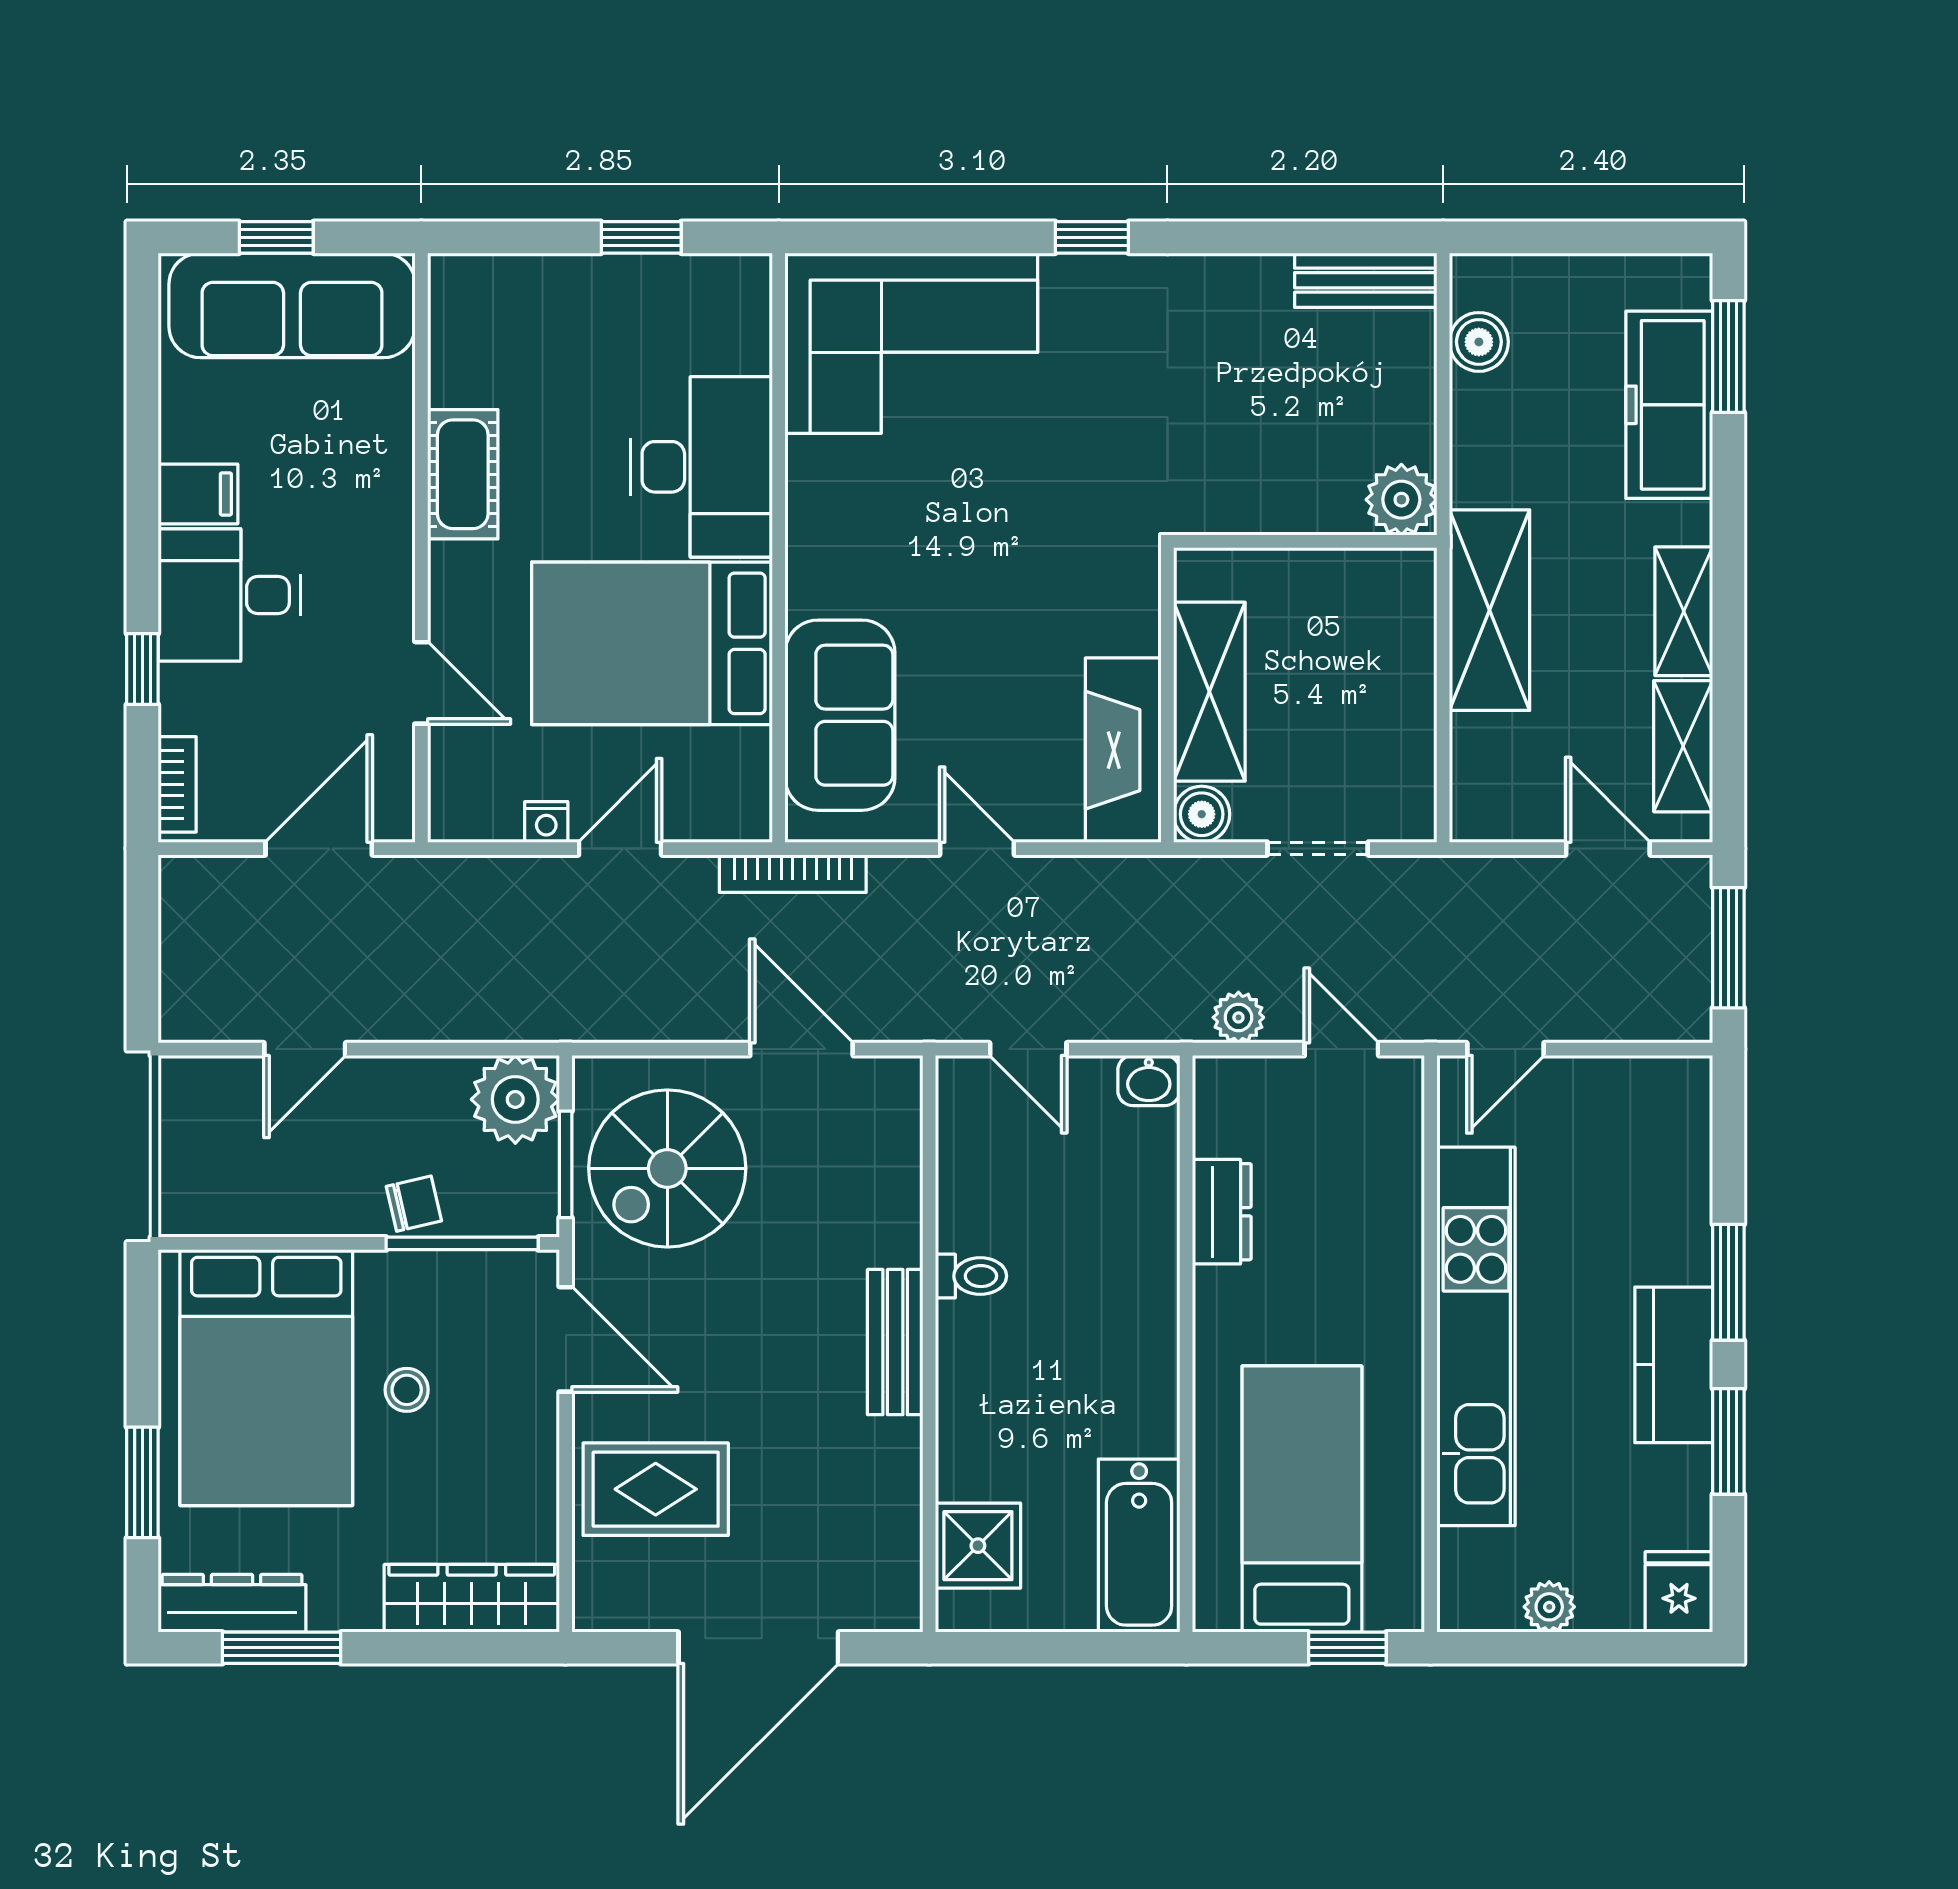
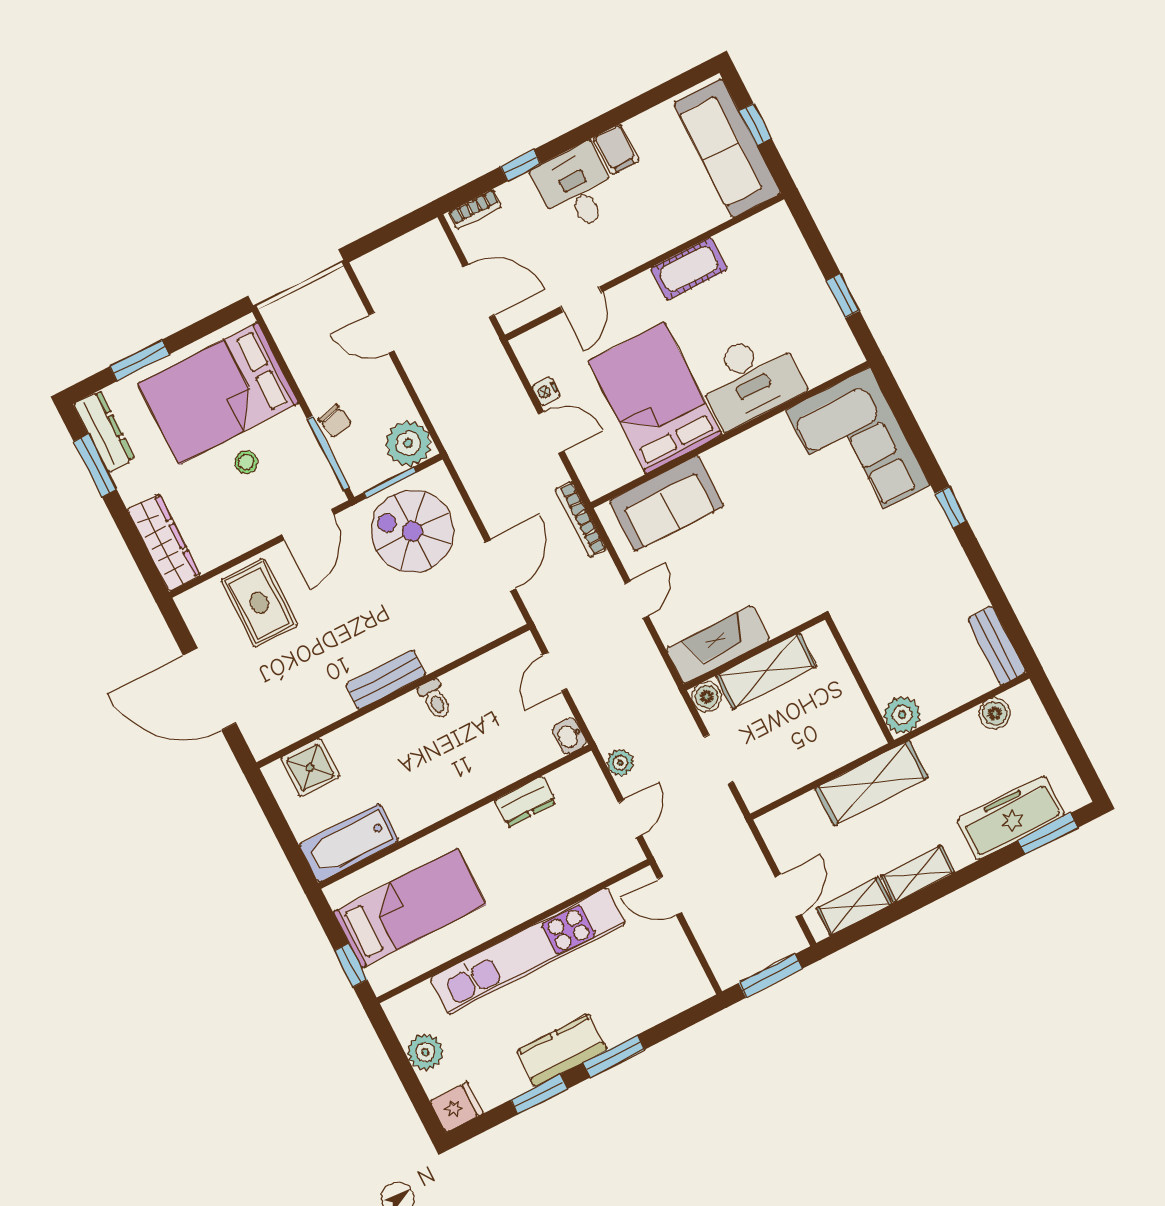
plant: (1549, 1607) -> (425, 1052), width x1.38, depth x1.38

